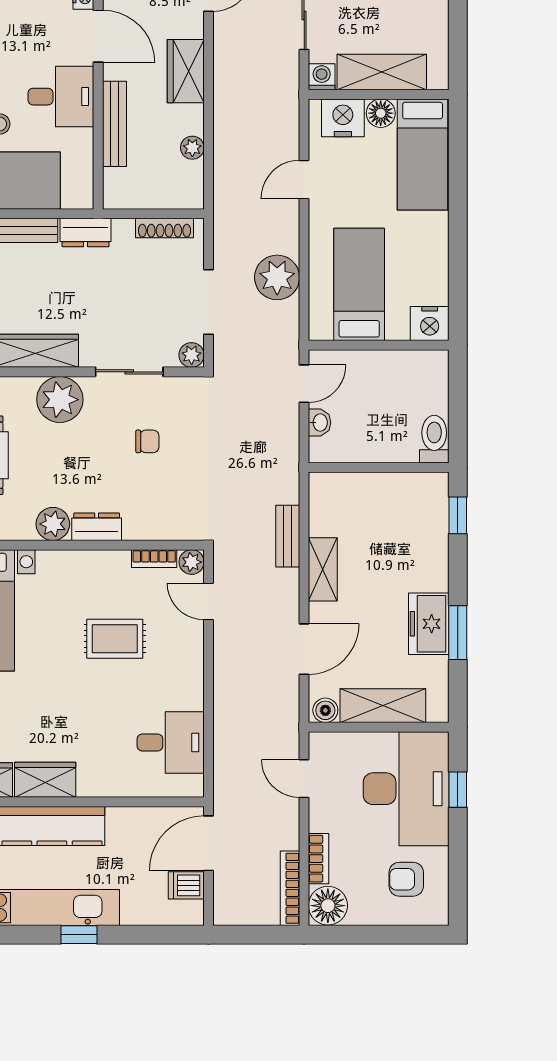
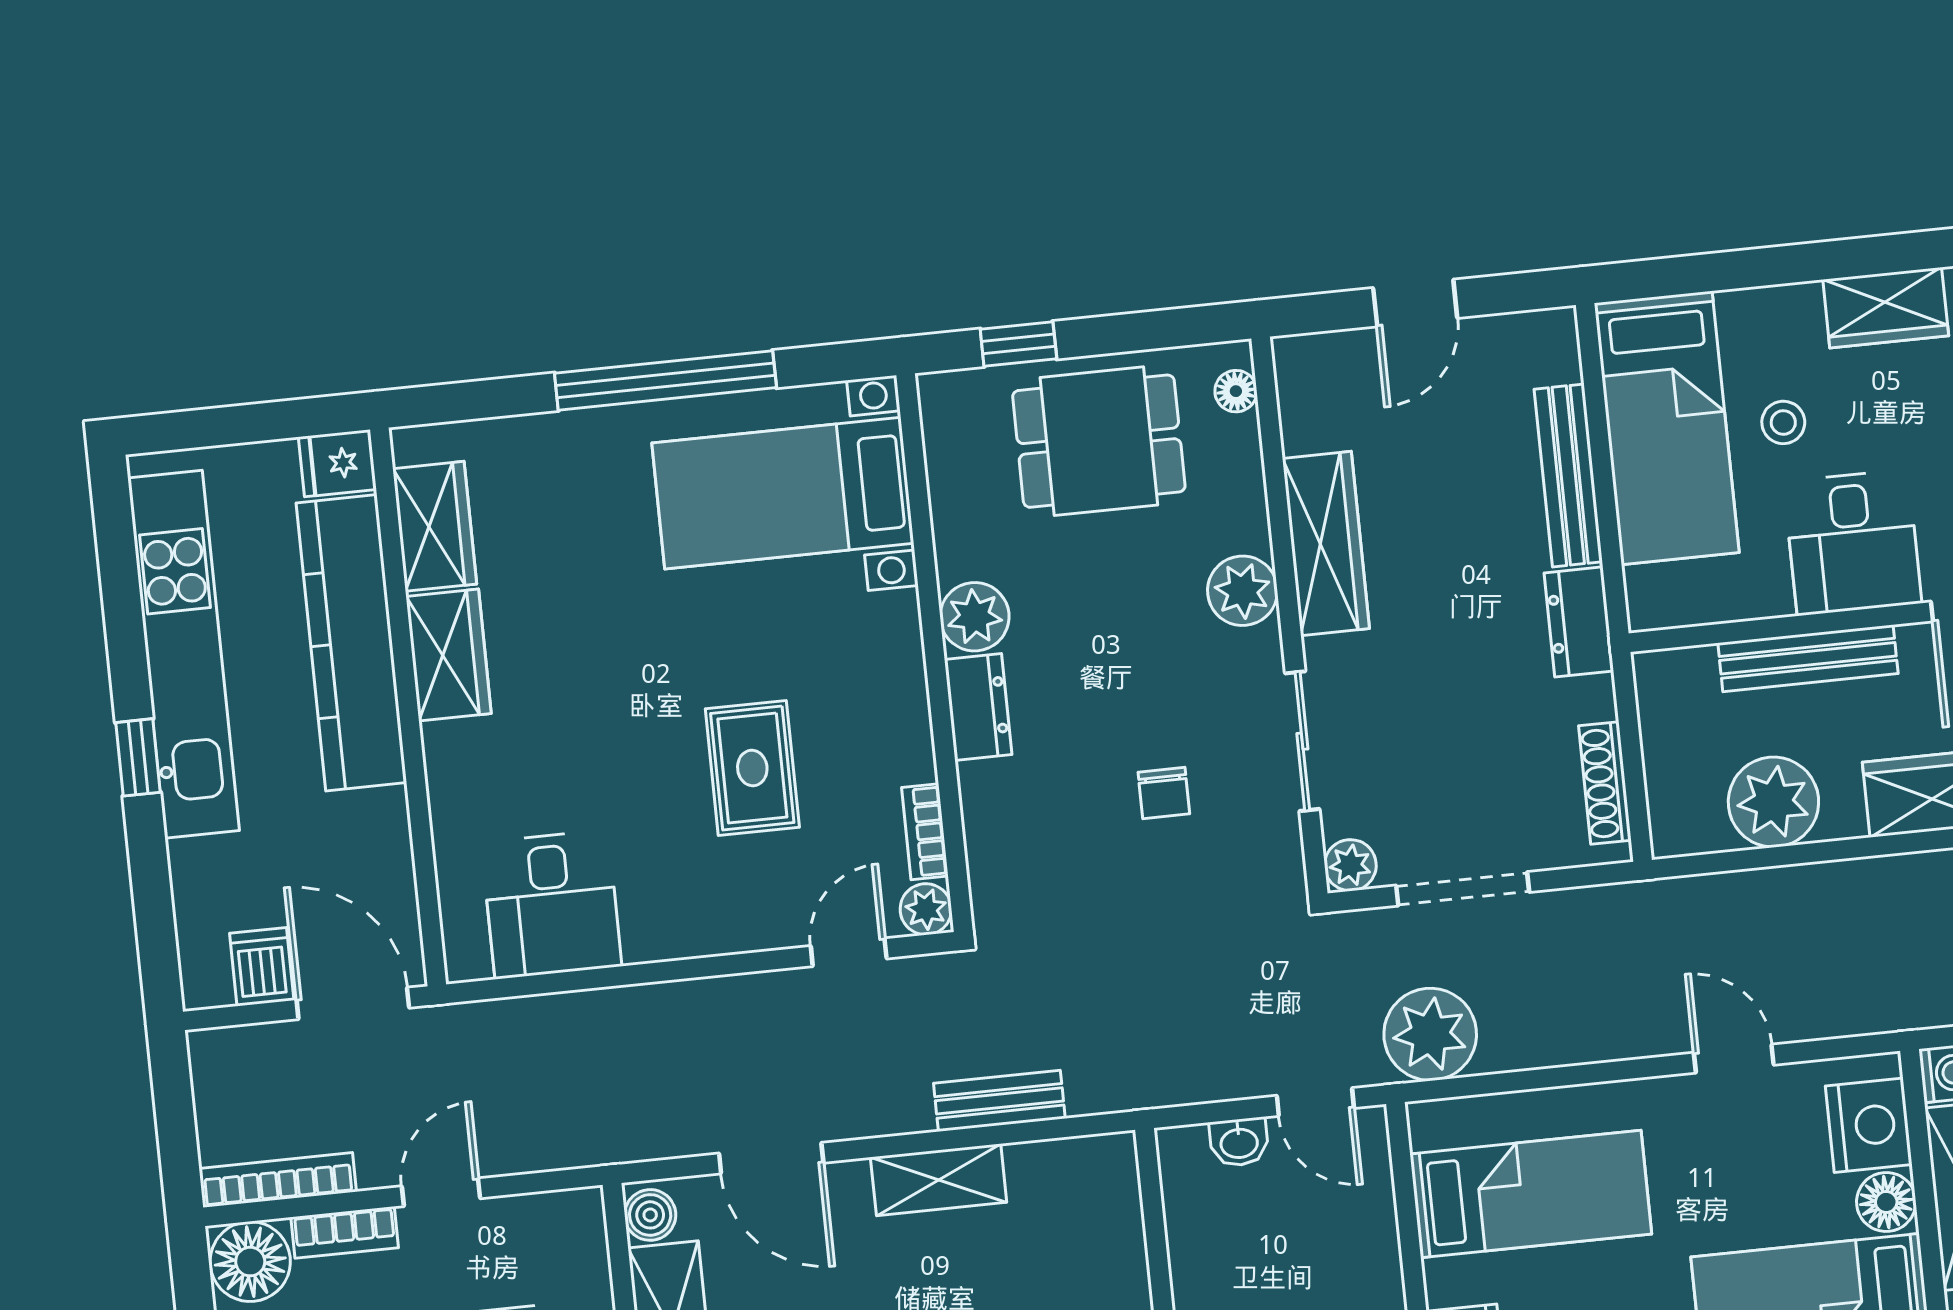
plant: (192, 148) -> (1773, 802), width x1.88, depth x1.88
plant: (277, 277) -> (1430, 1034), moved
plant: (60, 400) -> (1242, 591), width x0.73, depth x0.73
door: (304, 779) -> (441, 1192), moved

